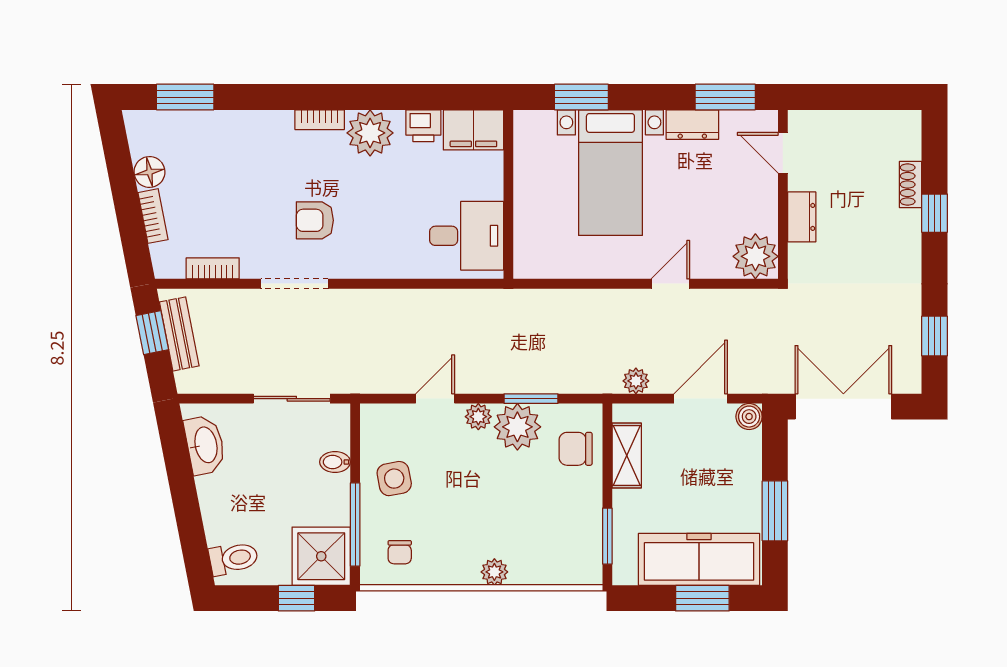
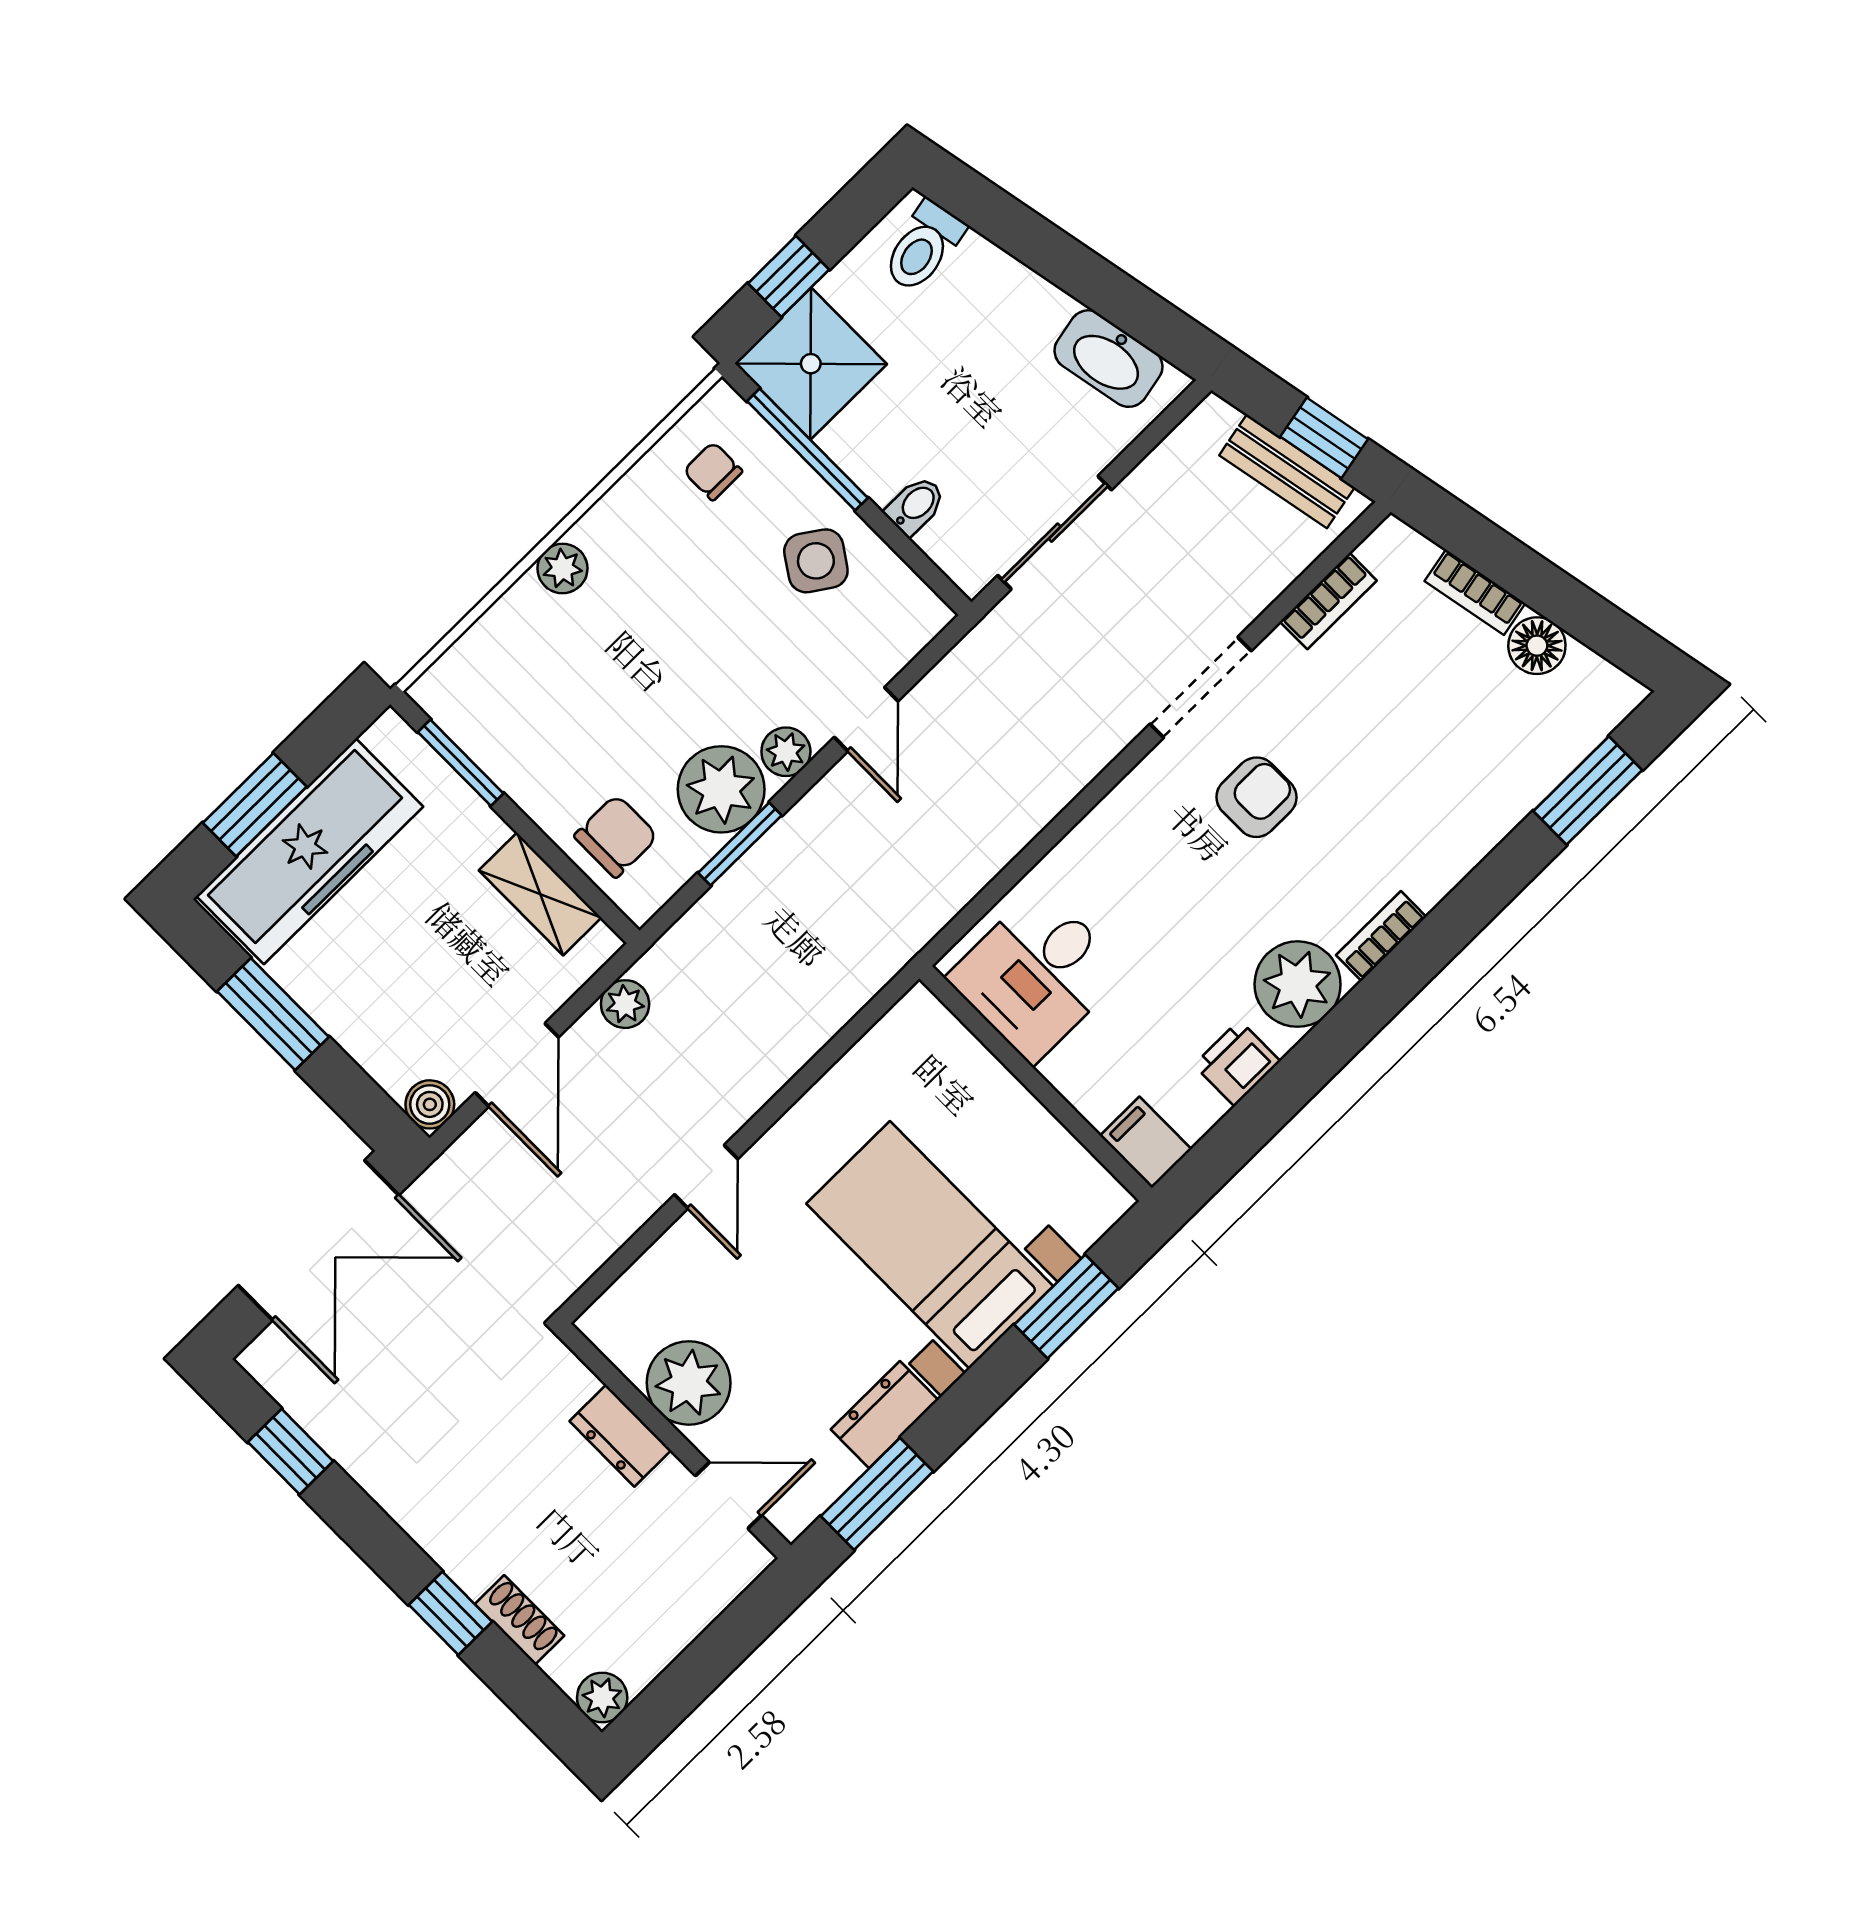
plant: (908, 123) -> (602, 1697), added
filing cabinet: (473, 130) -> (1146, 1142), width x0.50
plant: (755, 256) -> (689, 1383), moved
side table: (394, 479) -> (816, 561), turned 45

